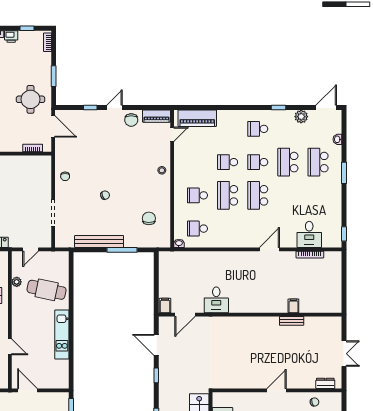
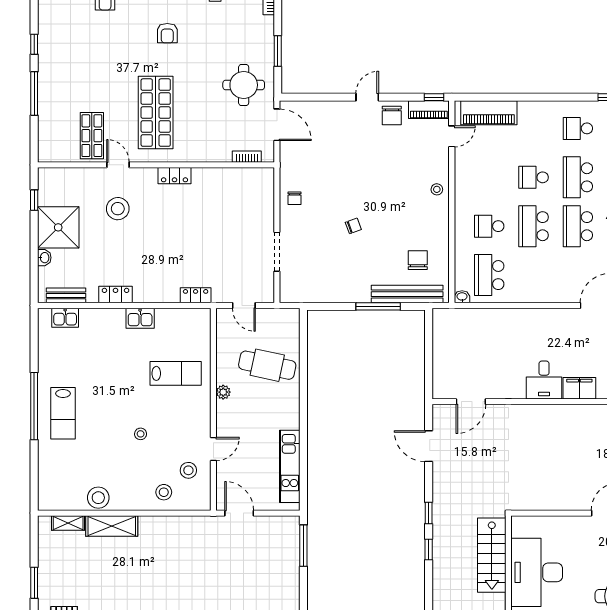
window: (90, 108) -> (434, 97), moved
school desk: (258, 162) -> (578, 177), width x1.85
school desk: (197, 229) -> (489, 275), width x1.85
bench: (99, 241) -> (407, 294), moved
door: (31, 249) -> (244, 306), hinge flipped
plant: (17, 282) -> (223, 392), moved
desk: (216, 300) -> (544, 380), moved
filing cabinet: (165, 305) -> (579, 388), moved, width x2.00
kitchen unit: (62, 334) -> (290, 466), moved
door: (10, 347) -> (213, 449), hinge flipped
window: (156, 375) -> (429, 513), moved

